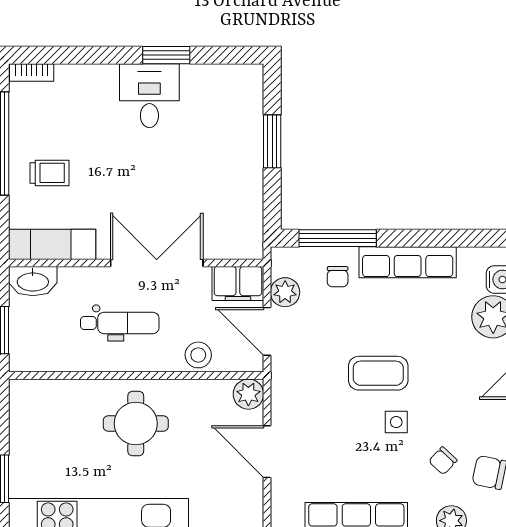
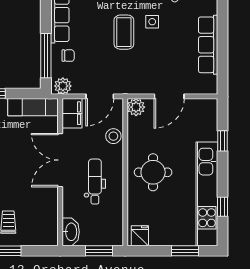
exam couch: (52, 244) -> (33, 107), moved, turned -90
plant: (285, 292) -> (63, 86), moved
fridge: (26, 401) -> (140, 236), added

